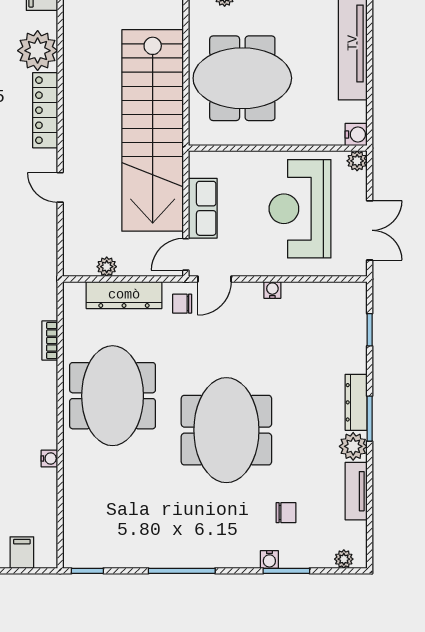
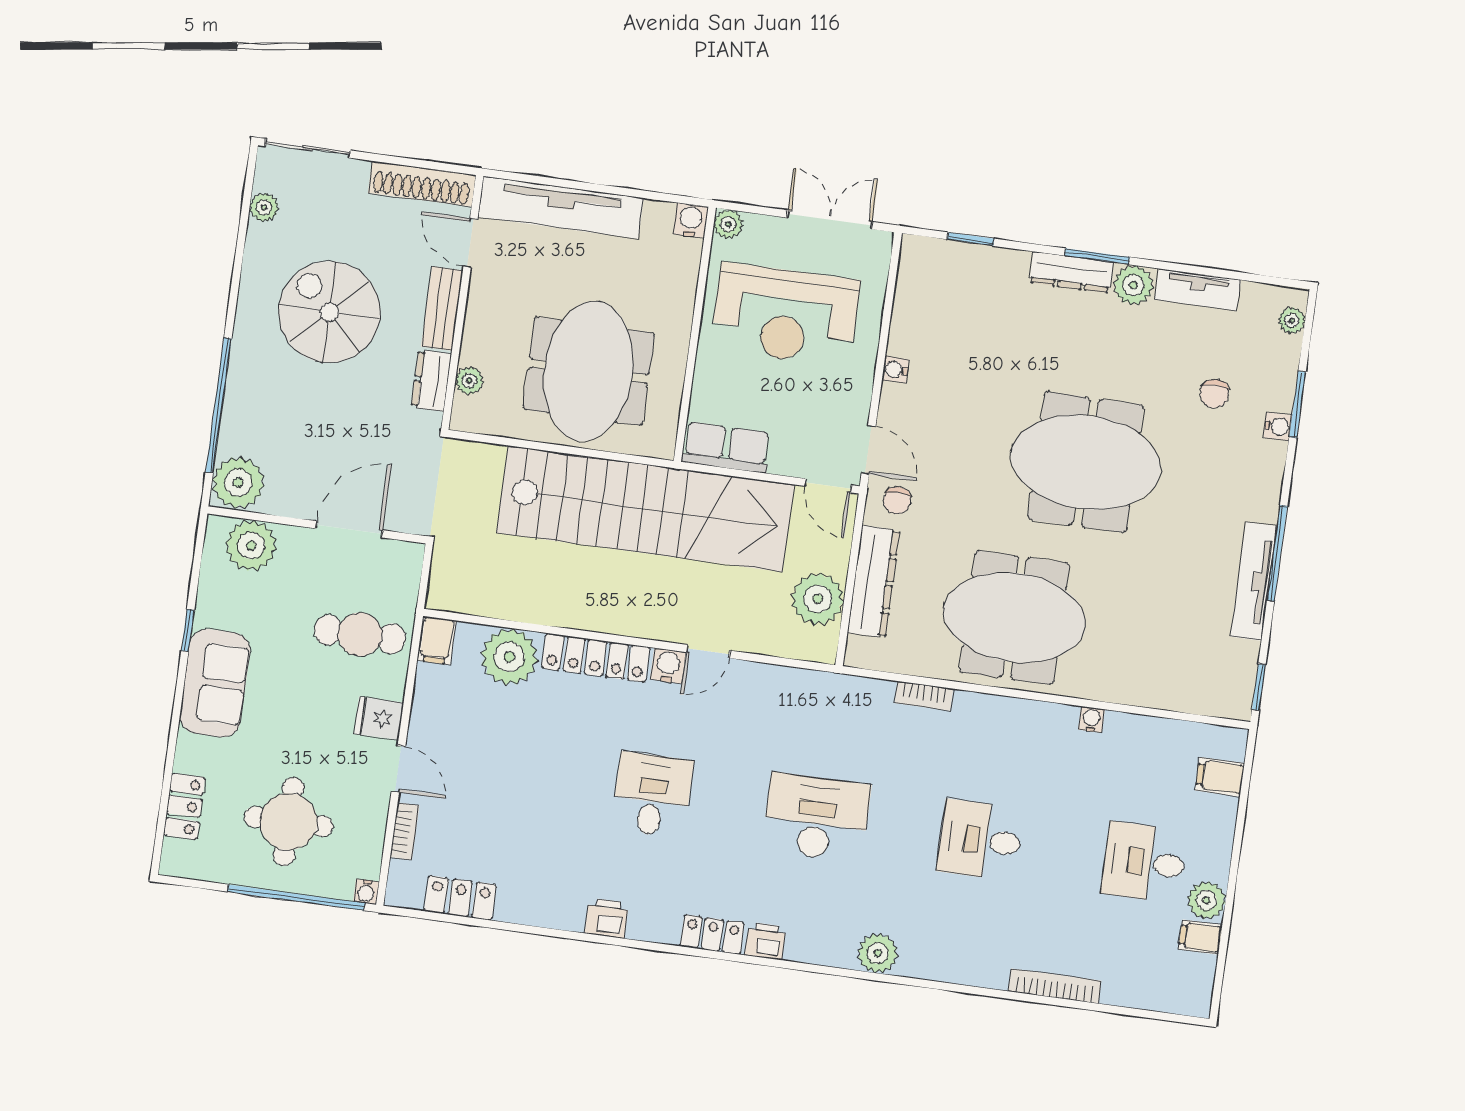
water cooler: (46, 161) -> (668, 666), added
row of seats: (203, 208) -> (726, 447), moved
plant: (107, 267) -> (818, 599), width x1.87, depth x1.87
chair: (286, 513) -> (1214, 394), turned 180
tv unit: (160, 558) -> (1254, 581), added

